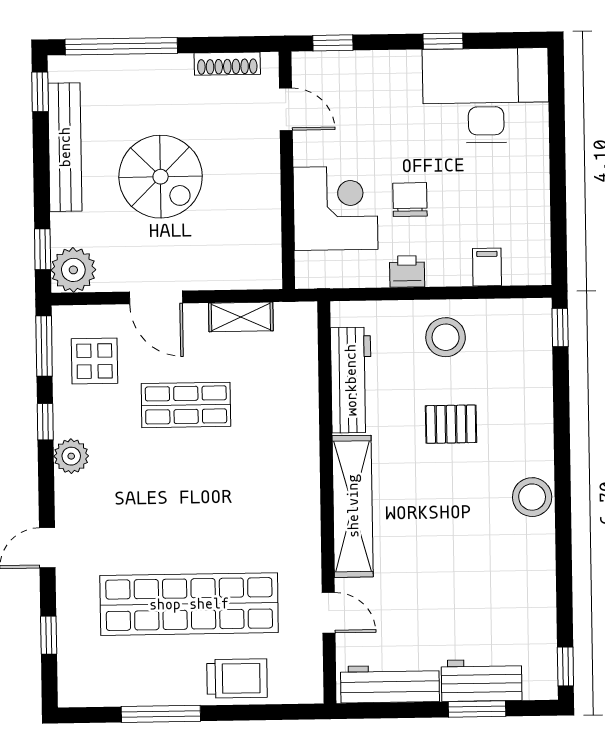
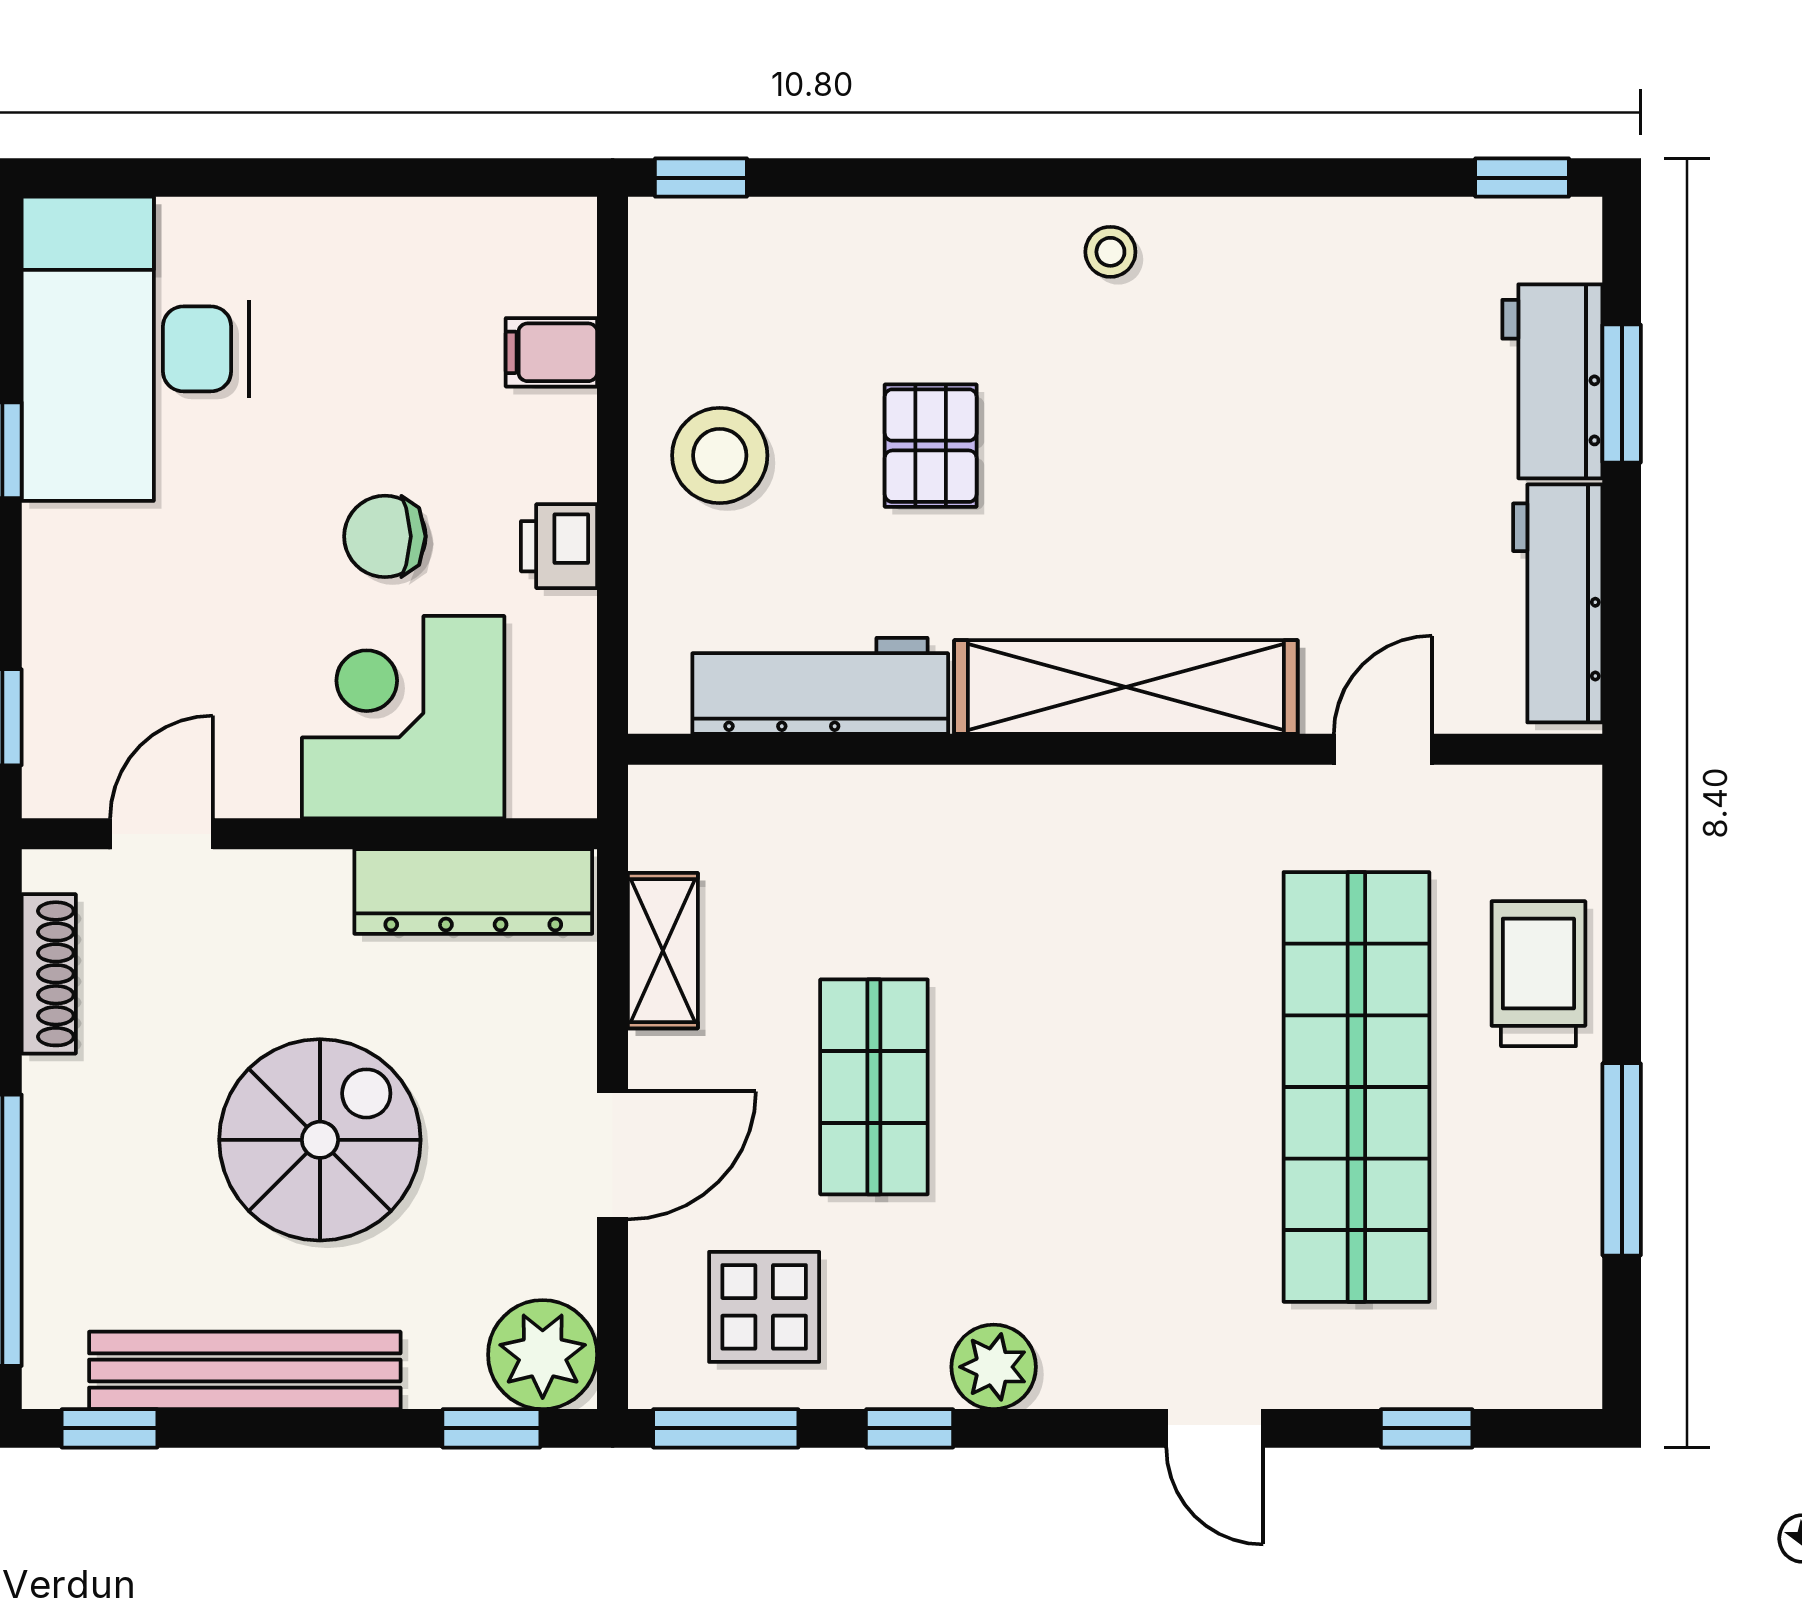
dresser: (264, 238) -> (473, 891), added
stool: (532, 497) -> (1110, 252), width x0.53, depth x0.53

